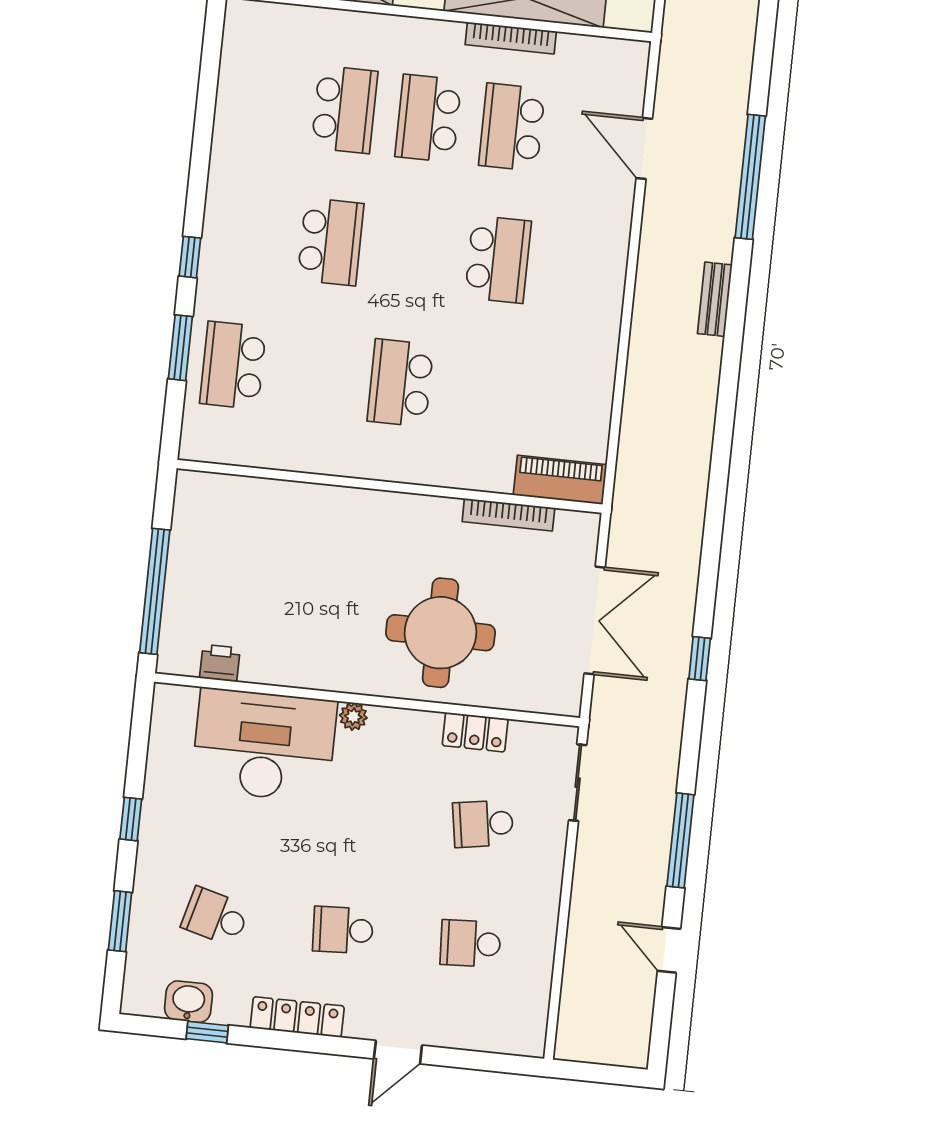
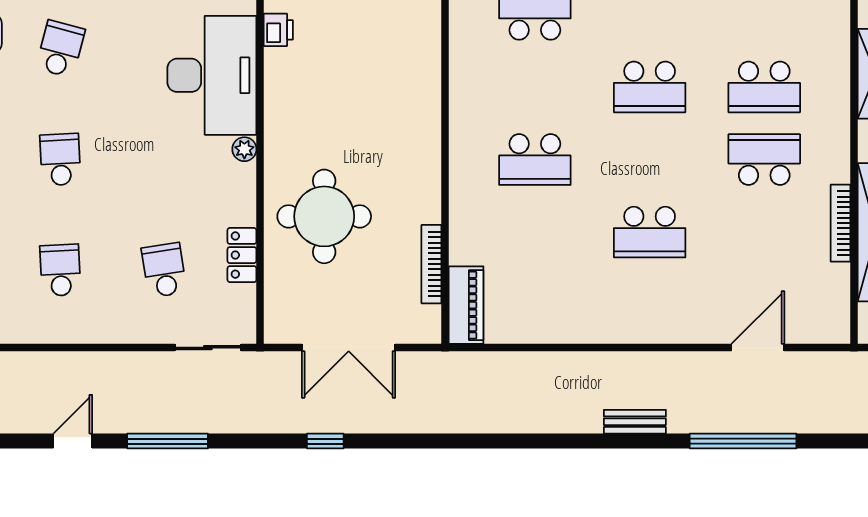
school desk: (512, 127) -> (764, 232), removed
school desk: (400, 383) -> (535, 160), turned 180

